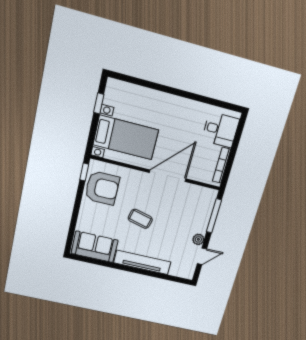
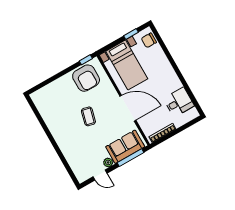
chair: (122, 91) -> (149, 40), added
desk: (221, 130) -> (179, 102), moved, turned -90
sofa: (95, 247) -> (125, 147), moved, turned -90
tv unit: (142, 262) -> (63, 143), removed

